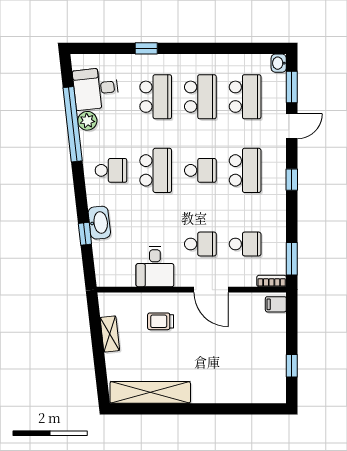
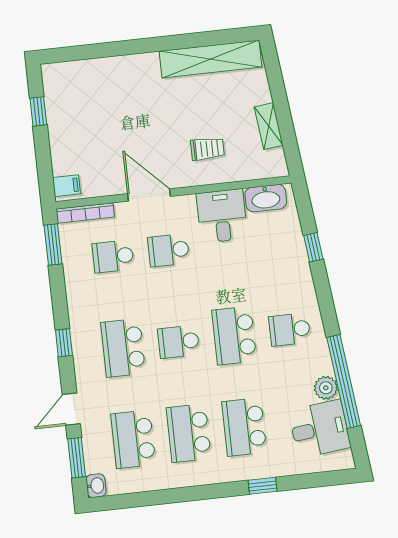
washbasin: (99, 223) -> (266, 198), moved, turned -84
bookcase: (272, 281) -> (85, 213), width x1.56

